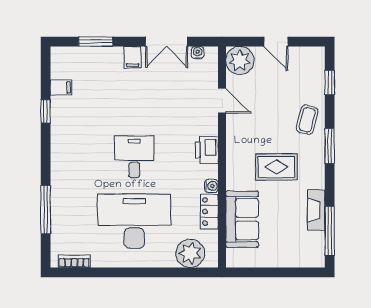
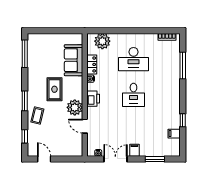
door: (276, 42) -> (44, 159), moved
plant: (240, 60) -> (75, 107), moved
rug: (276, 167) -> (54, 89), turned 90
fireplace: (316, 210) -> (32, 65), removed
desk: (134, 221) -> (133, 59), width x0.73, depth x0.77

